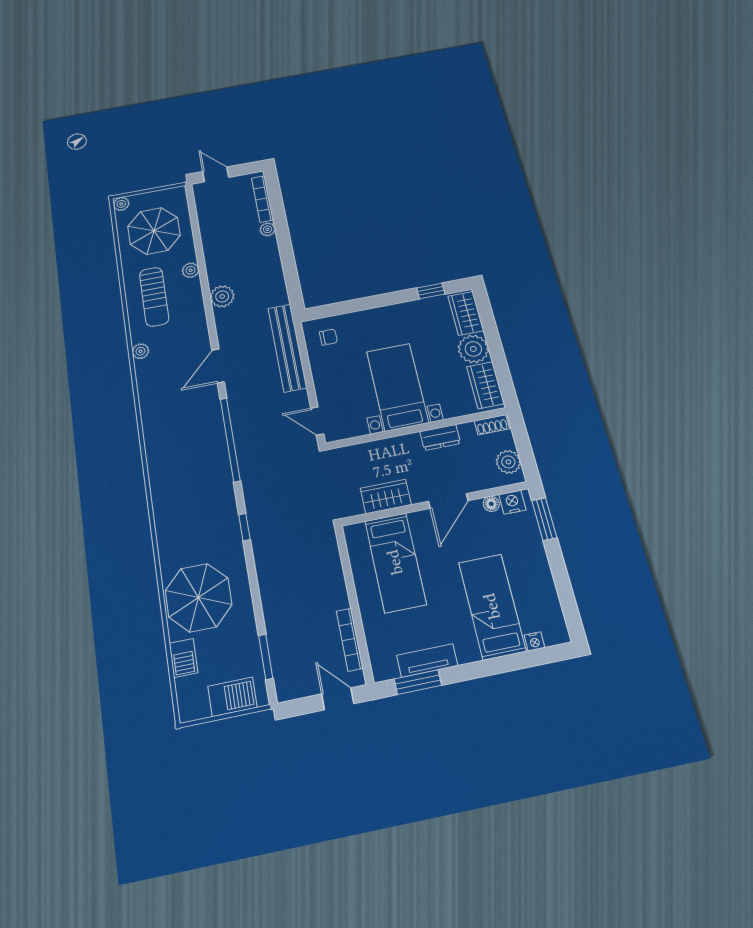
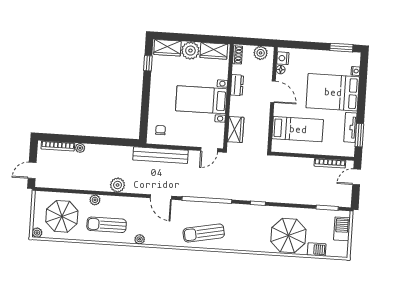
sun lounger: (154, 297) -> (107, 225), turned 180
sun lounger: (172, 449) -> (204, 233), added
wardrobe: (386, 497) -> (236, 130), moved, turned 180
window: (544, 519) -> (341, 48), moved
bed: (492, 606) -> (333, 92), width x1.50

